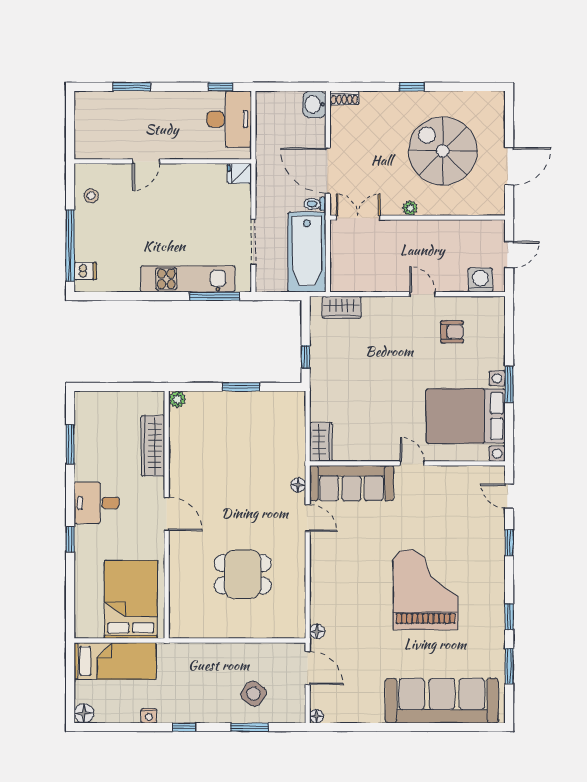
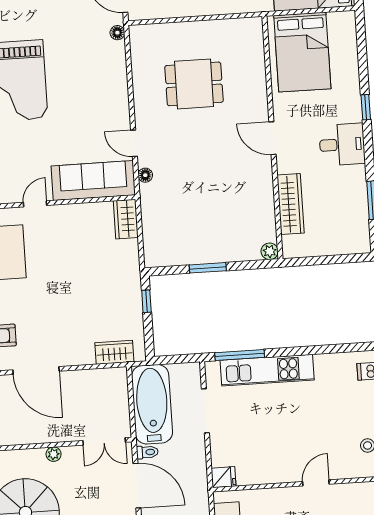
door: (422, 294) -> (36, 370), width x1.87
door: (412, 463) -> (35, 204), swing flipped

